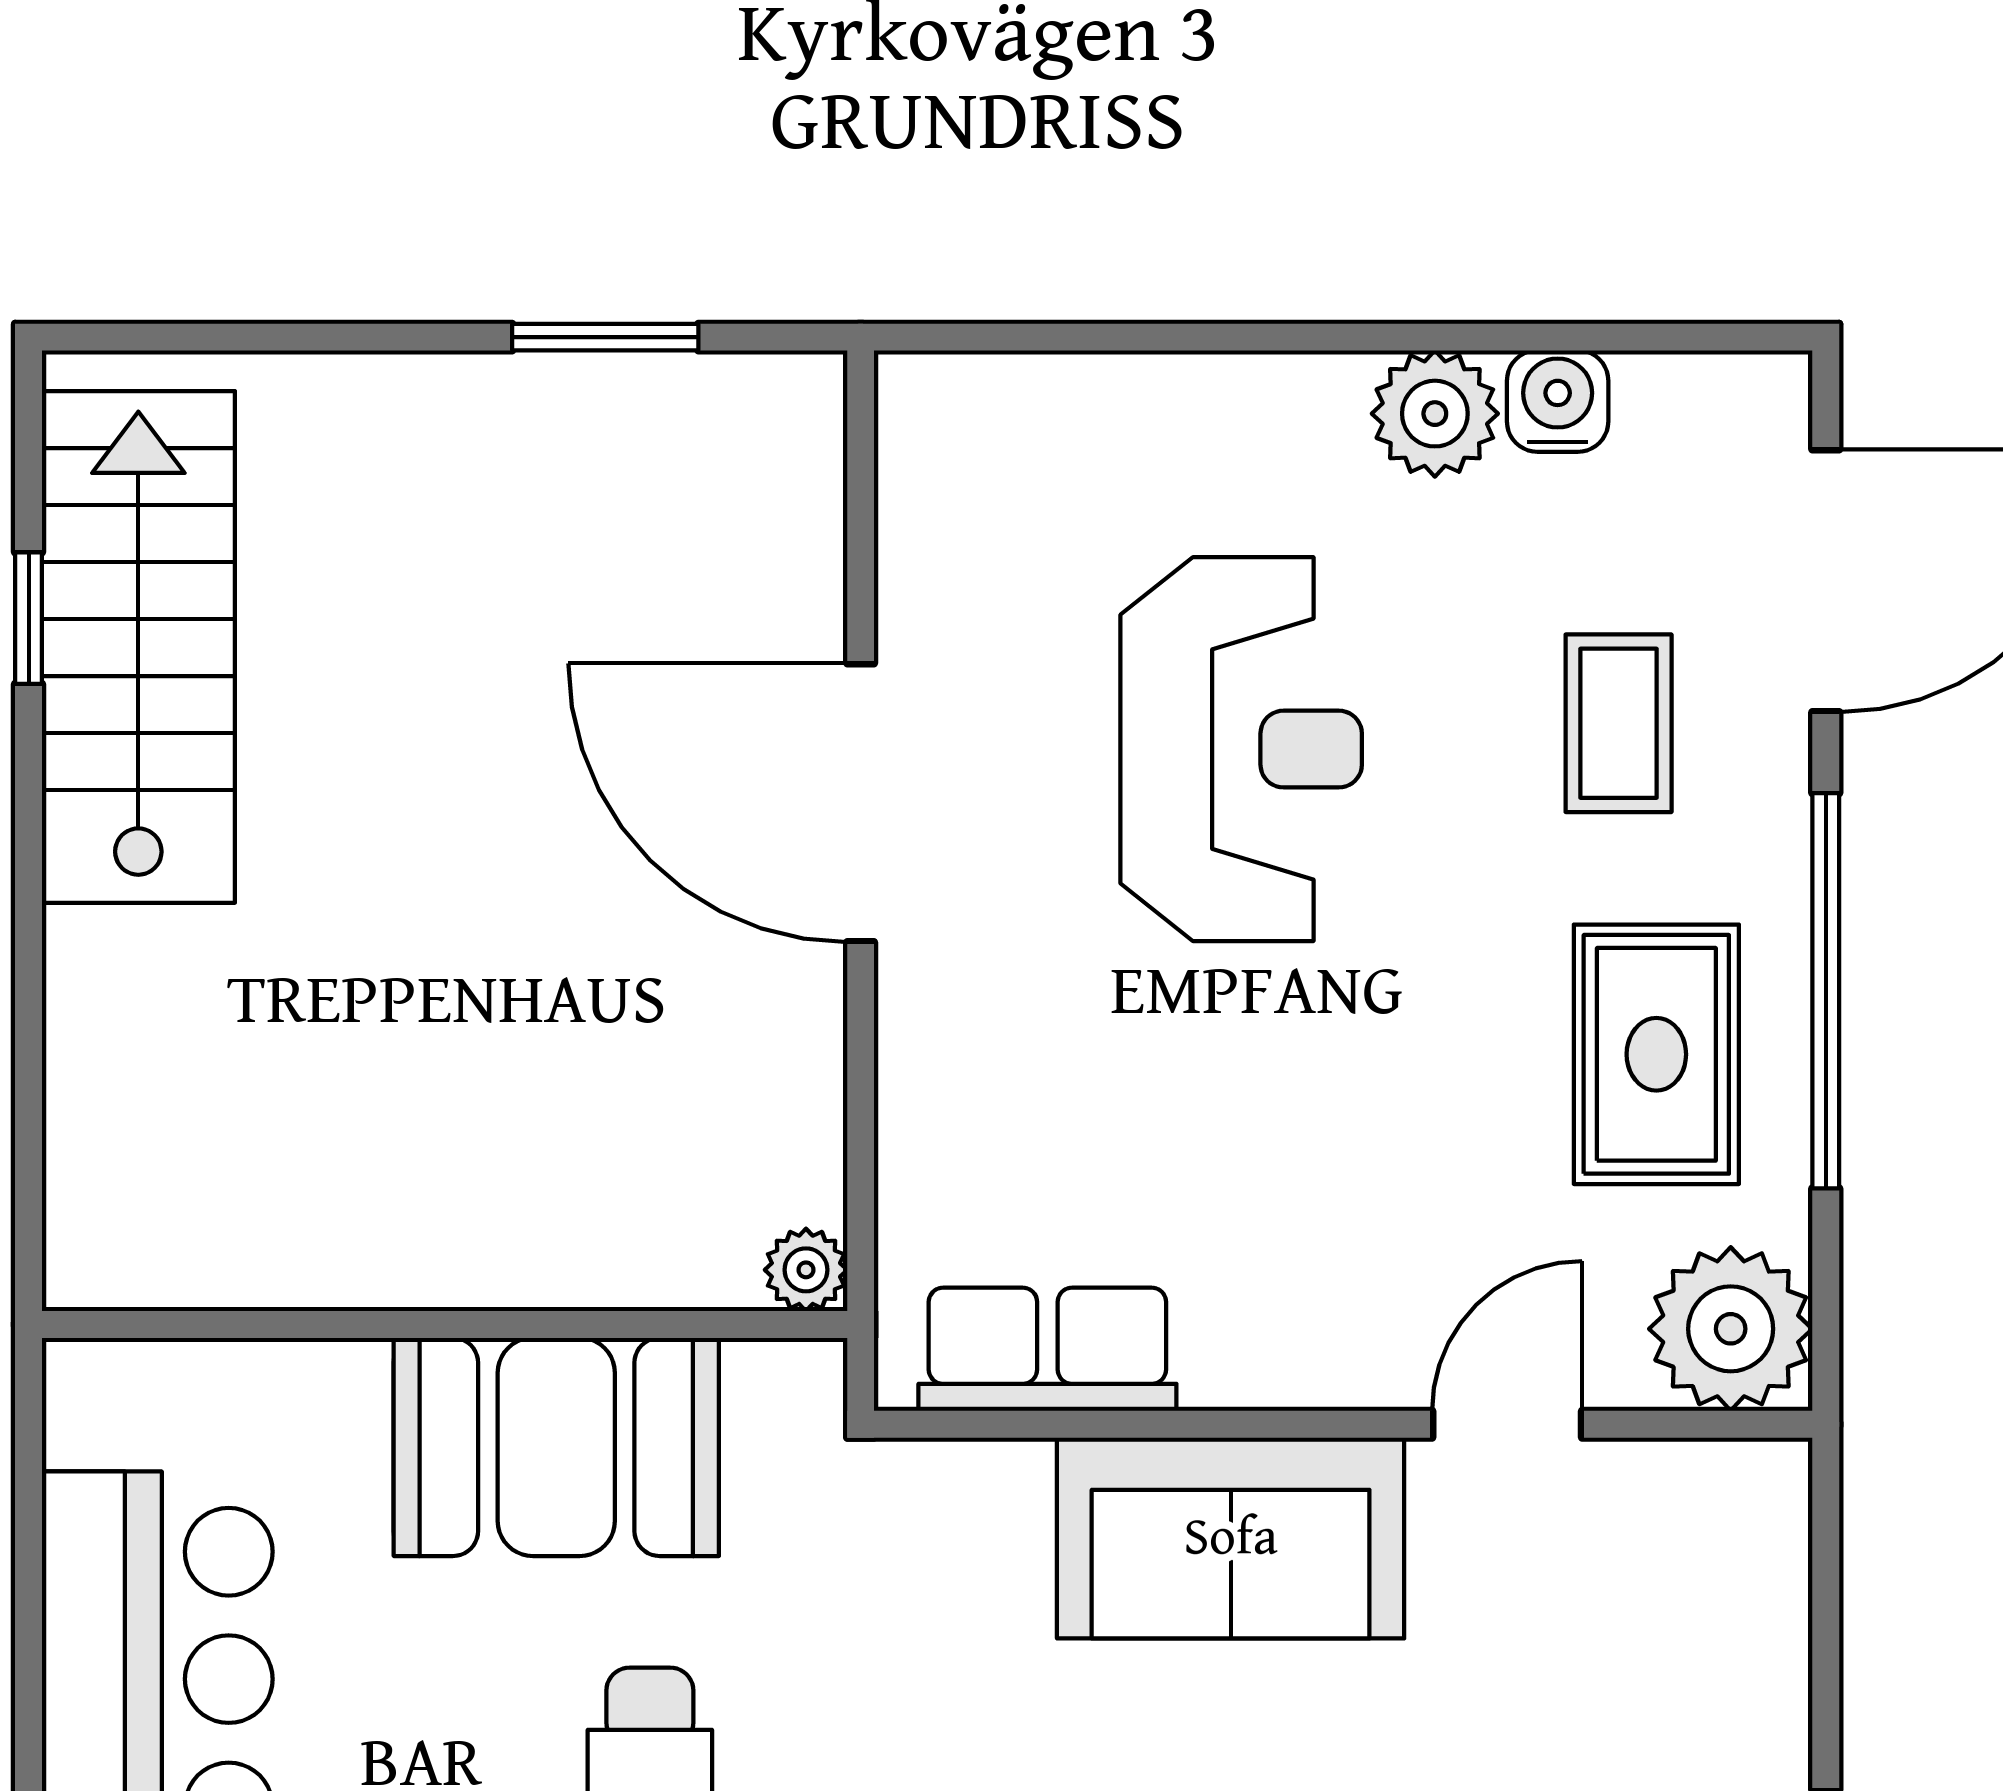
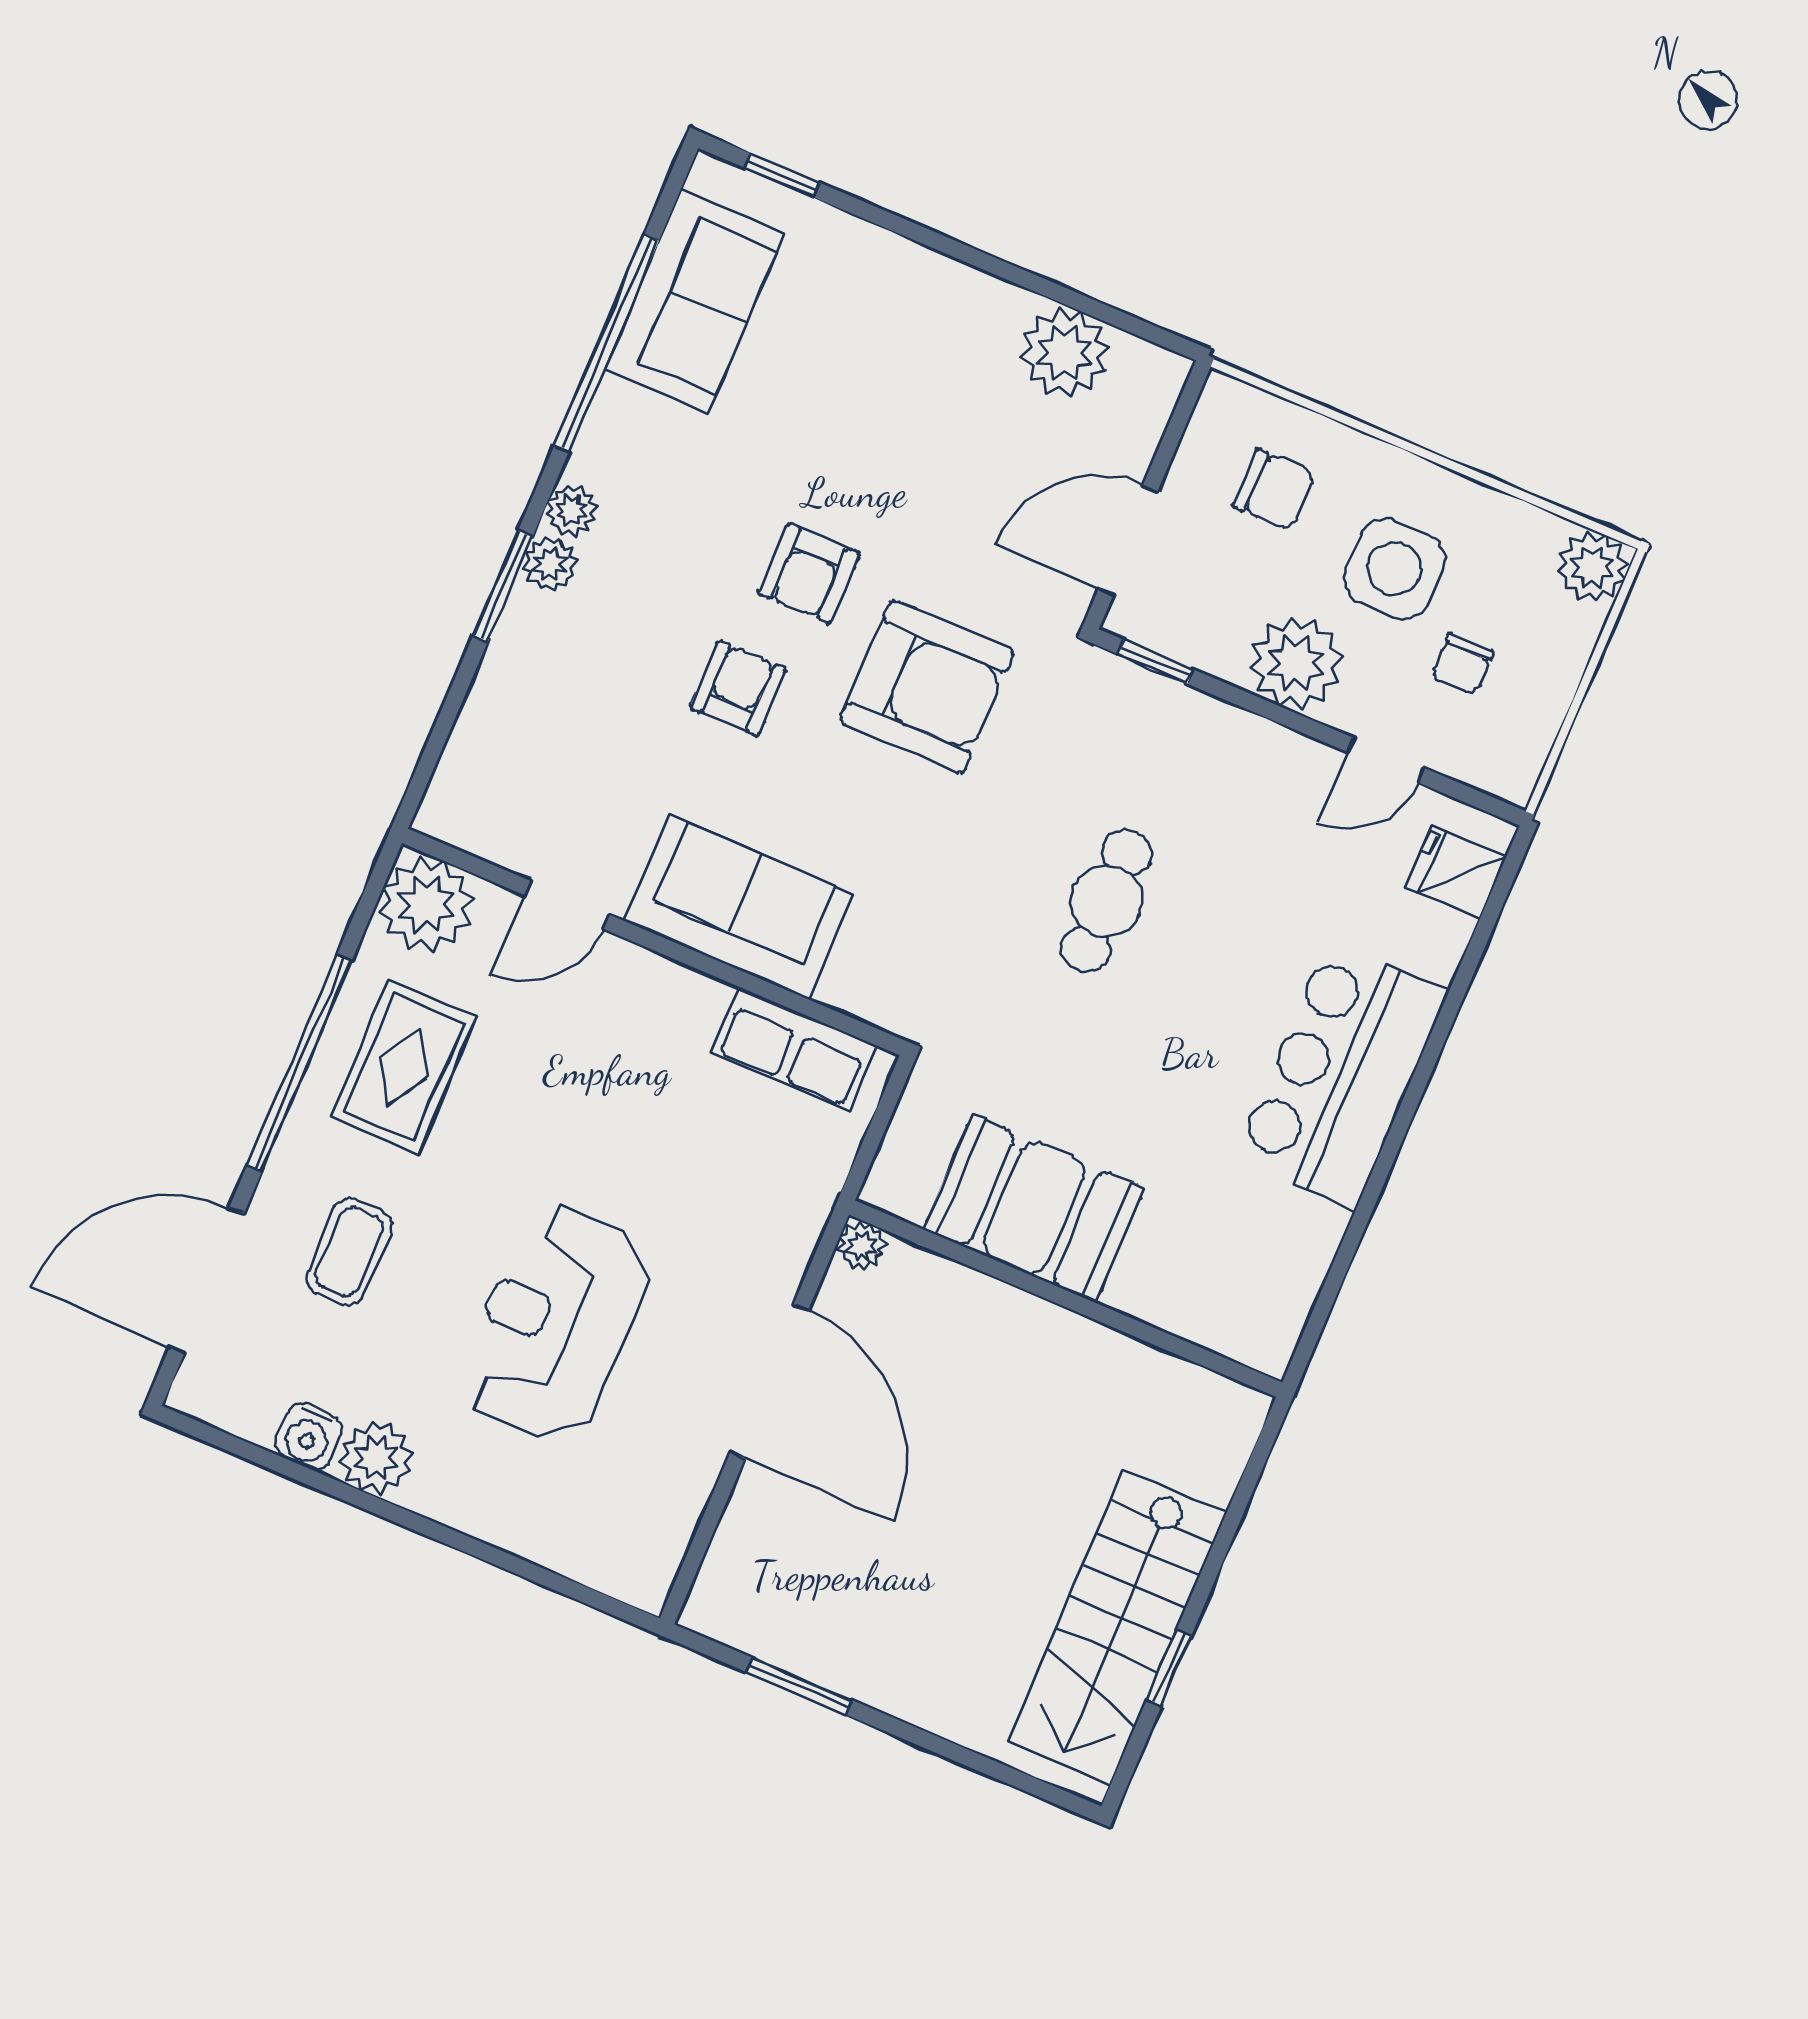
plant: (806, 1270) -> (861, 1246), moved
wall: (445, 1324) -> (1066, 1299), moved
booth: (556, 1447) -> (1034, 1208), moved

